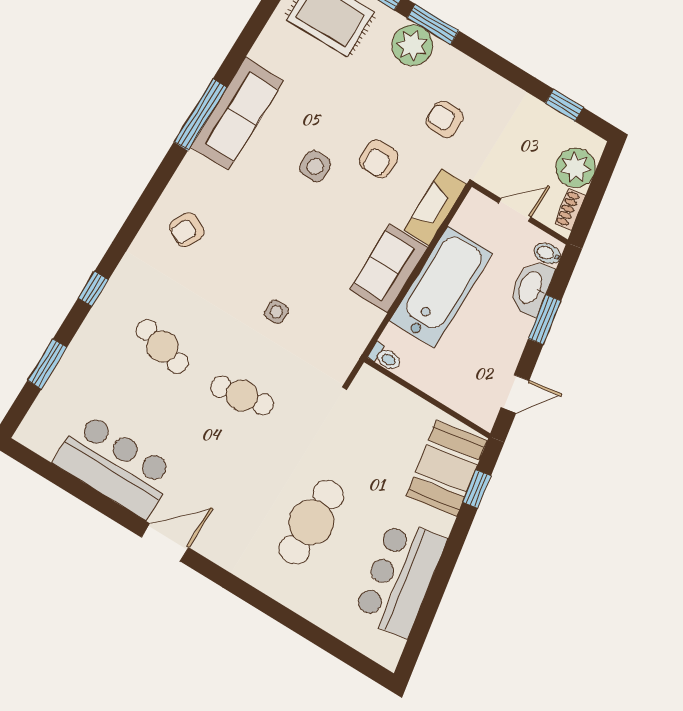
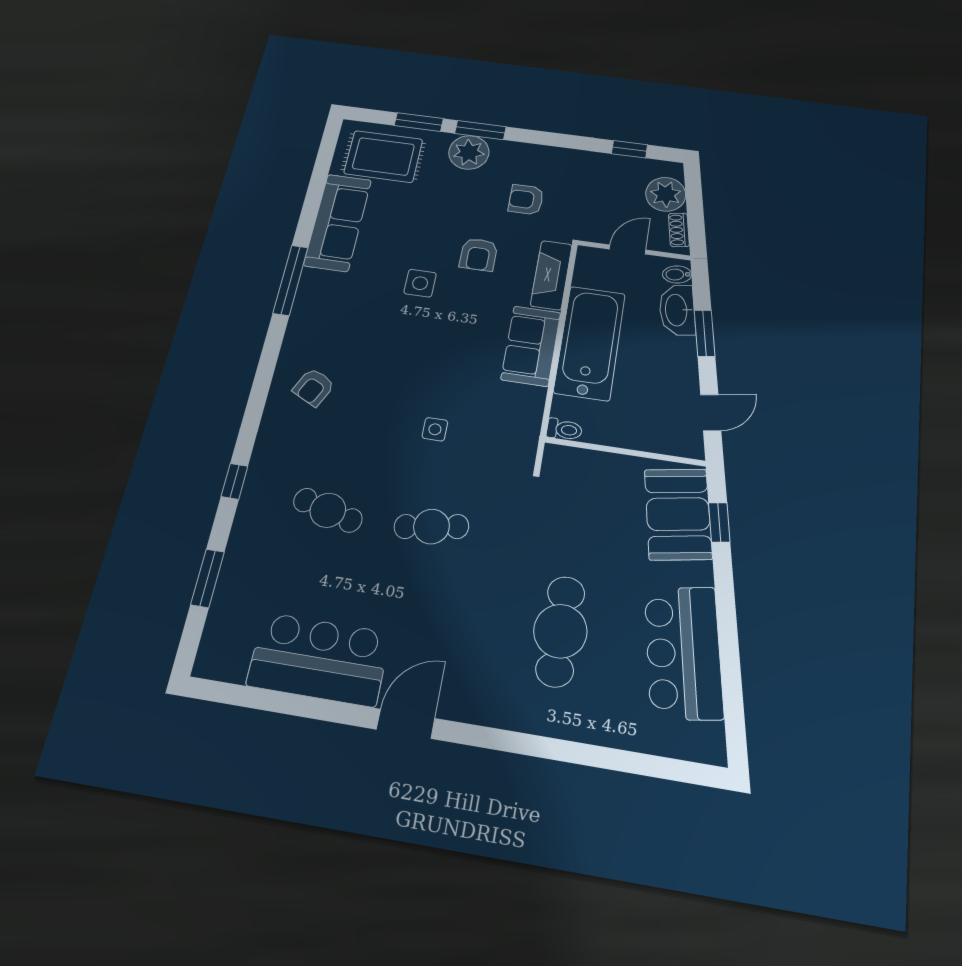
sofa: (237, 114) -> (338, 222), moved

